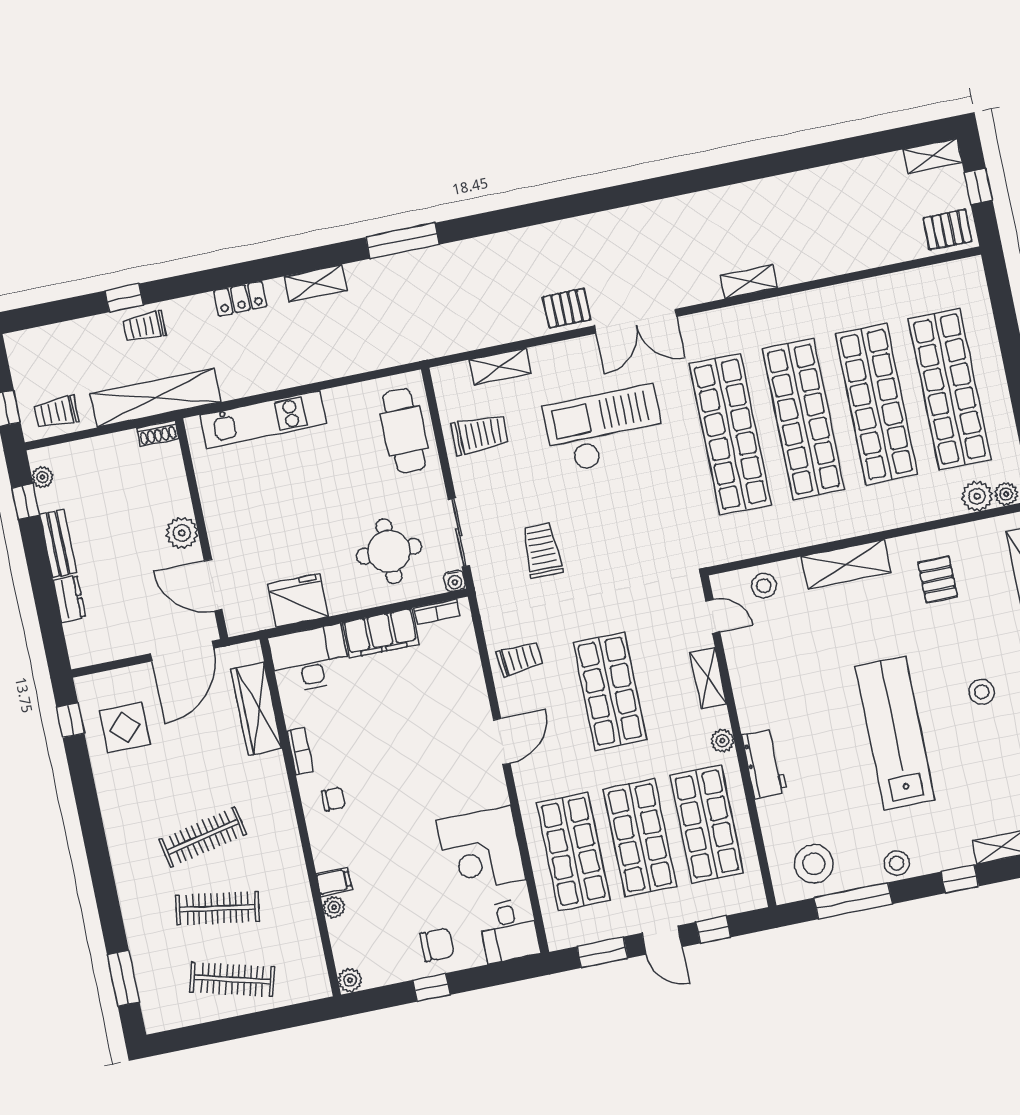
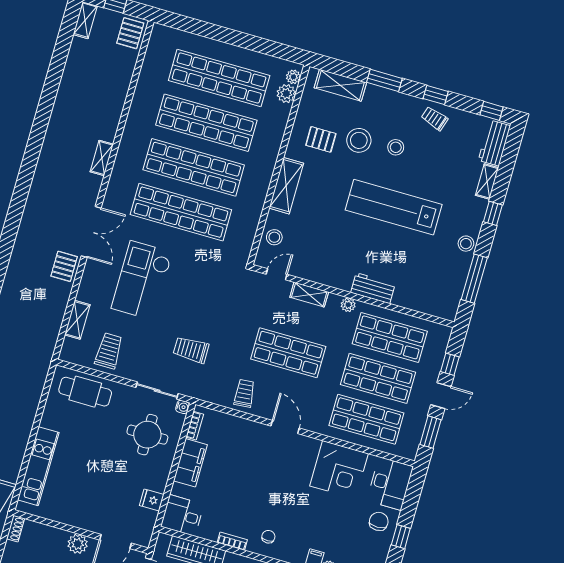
fridge: (298, 600) -> (152, 500), width x0.53, depth x0.75
desk: (310, 659) -> (182, 515), width x0.73
stool: (814, 864) -> (359, 140), moved
desk: (509, 931) -> (390, 483), width x1.37

